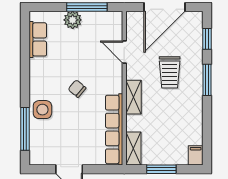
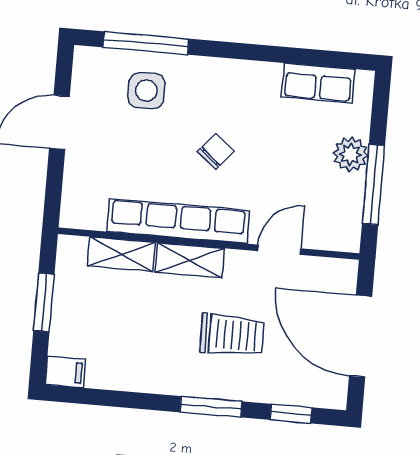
trolley: (170, 72) -> (232, 335), turned 180
side table: (42, 110) -> (146, 91), moved
row of seats: (114, 129) -> (178, 221), moved
shelving: (133, 149) -> (121, 254), moved

